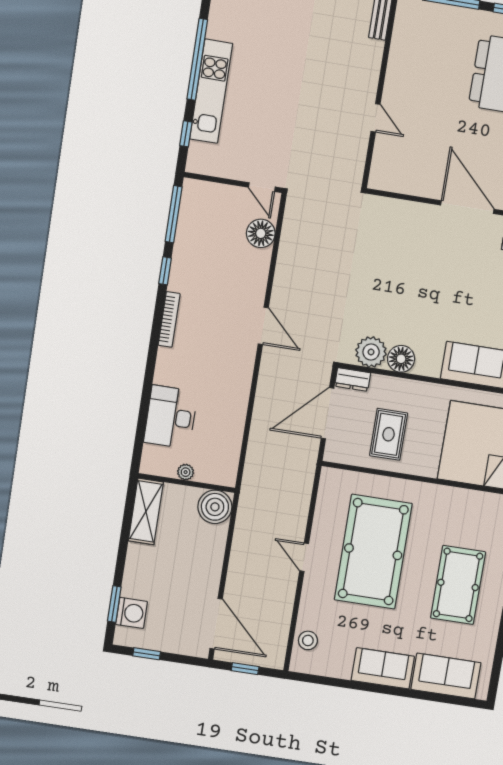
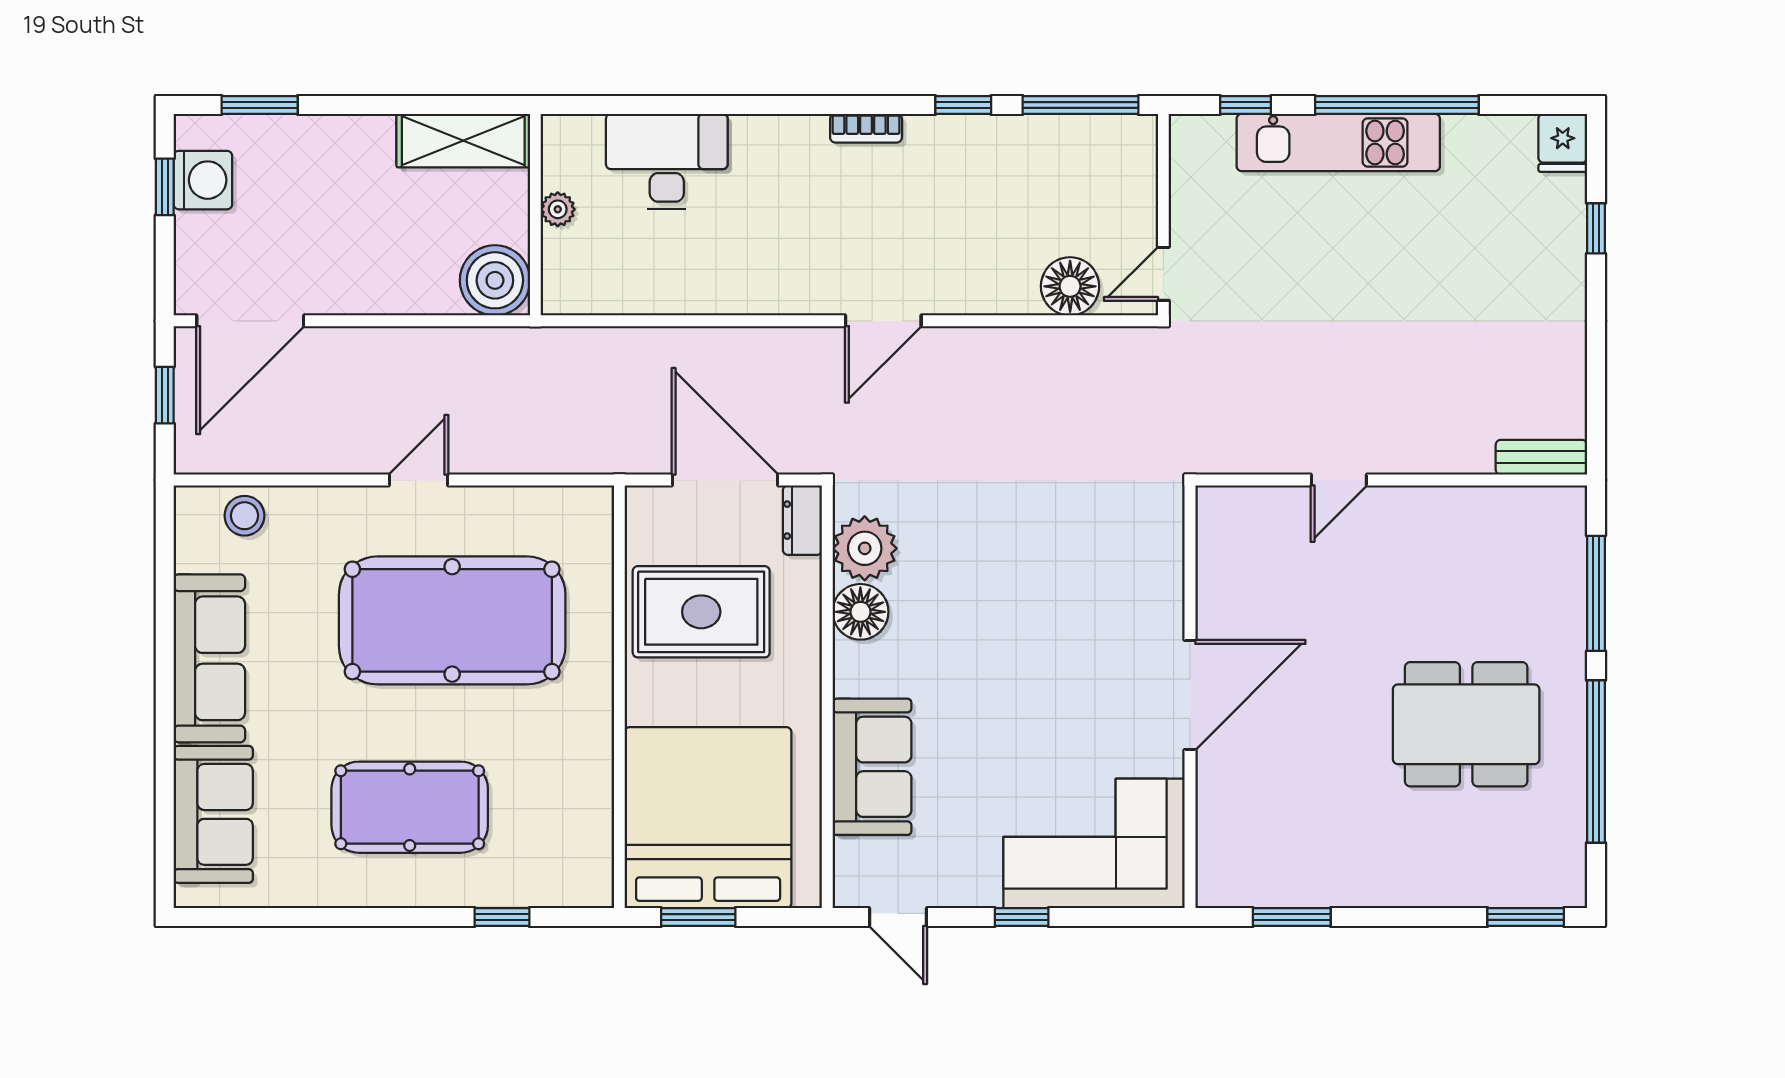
bookcase: (169, 319) -> (866, 128), width x0.64
rug: (389, 434) -> (701, 612), width x1.36, depth x1.43
washing machine: (132, 613) -> (203, 180), moved, turned -90
sofa: (383, 668) -> (209, 658), width x1.36

